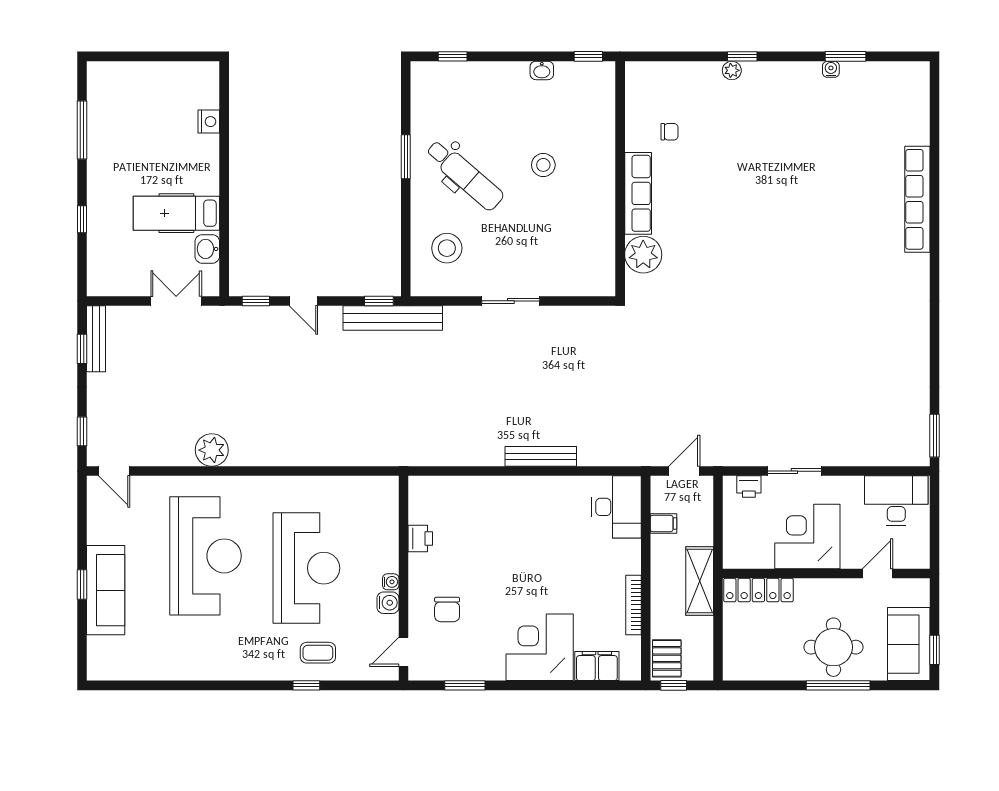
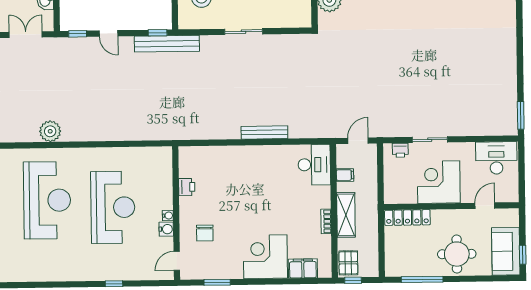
shelving: (700, 581) -> (346, 215), moved
bookcase: (633, 605) -> (326, 221), width x0.64
coffee table: (318, 653) -> (121, 262), removed
window: (838, 685) -> (422, 279), moved

